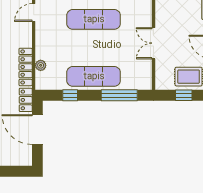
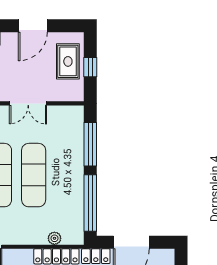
exercise mat: (94, 76) -> (34, 175), moved
window: (70, 95) -> (90, 203), width x3.17

